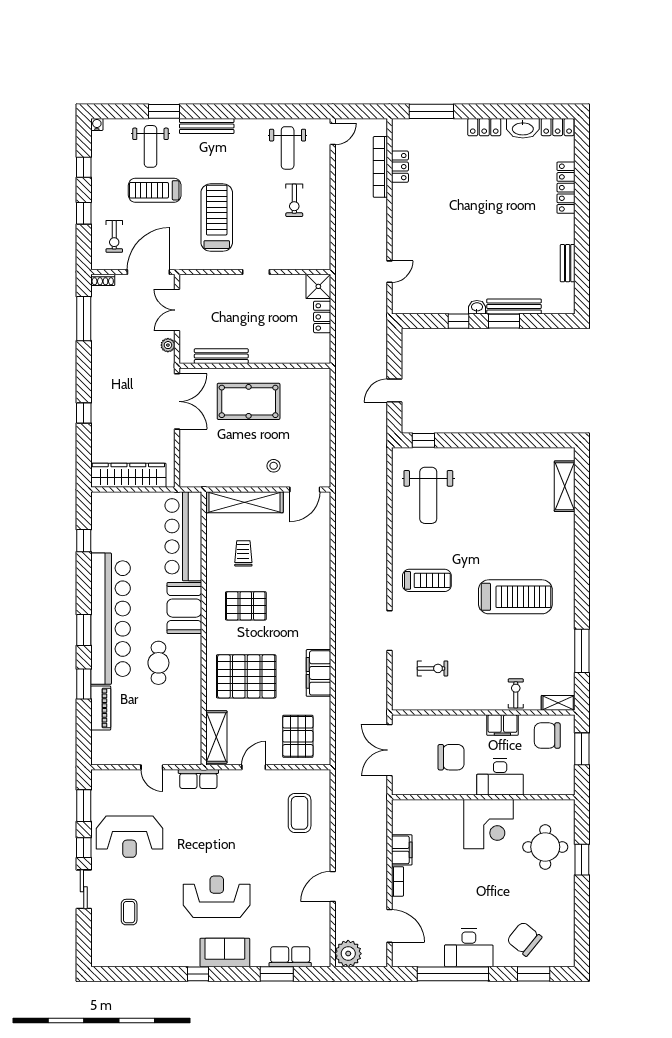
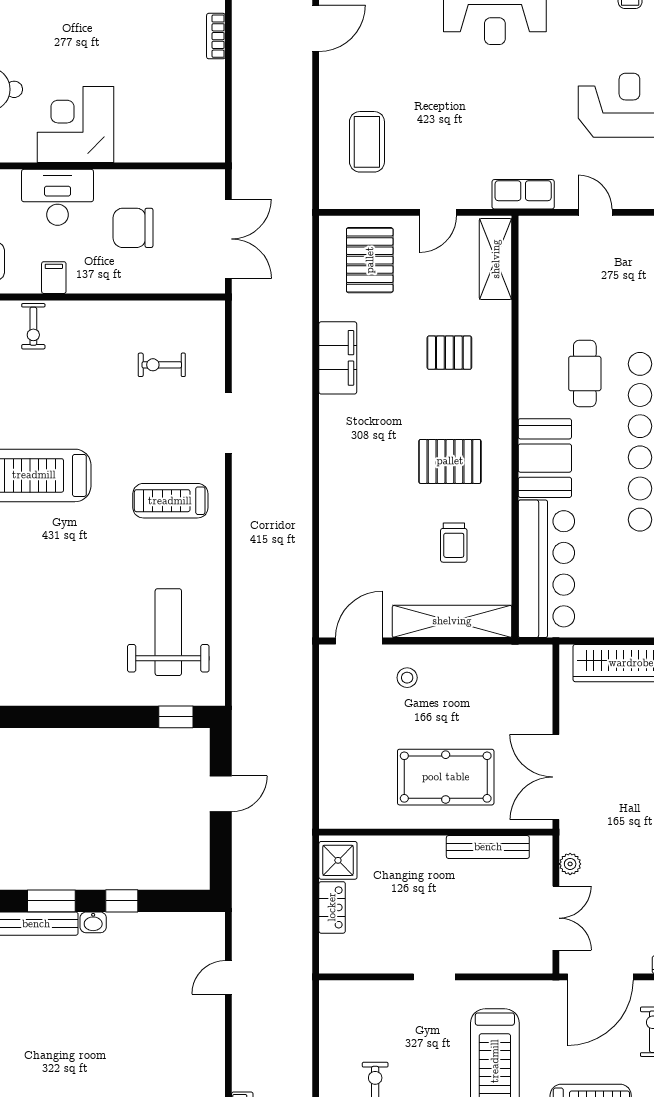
shower: (318, 286) -> (338, 860), moved
pallet: (246, 676) -> (449, 353), width x0.49, depth x0.50
filing cabinet: (502, 725) -> (54, 278), width x0.50
filing cabinet: (402, 850) -> (209, 85), removed

